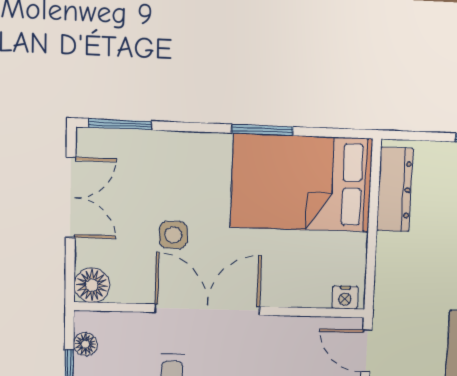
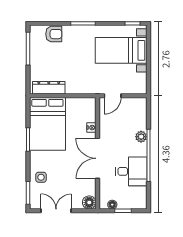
side table: (173, 235) -> (41, 177), moved
nightstand: (345, 297) -> (91, 128), moved

